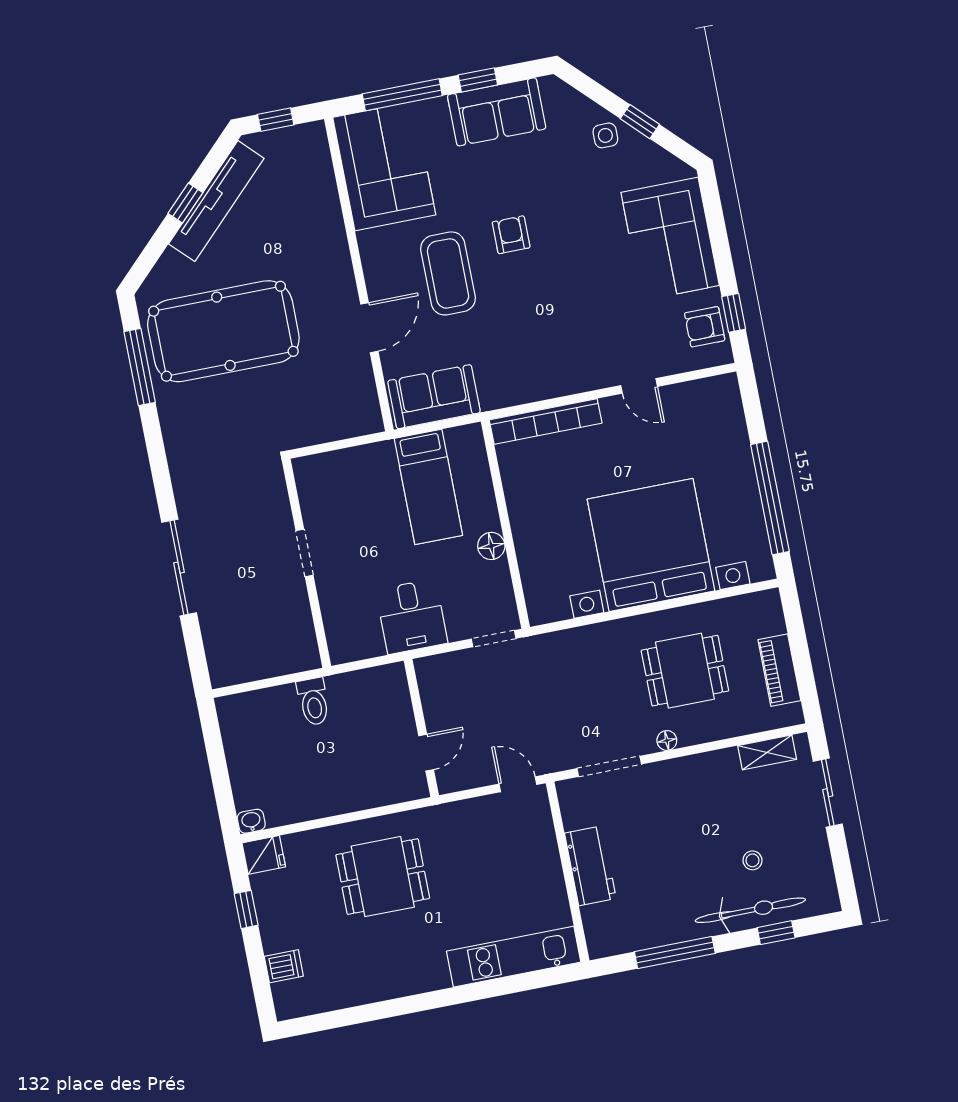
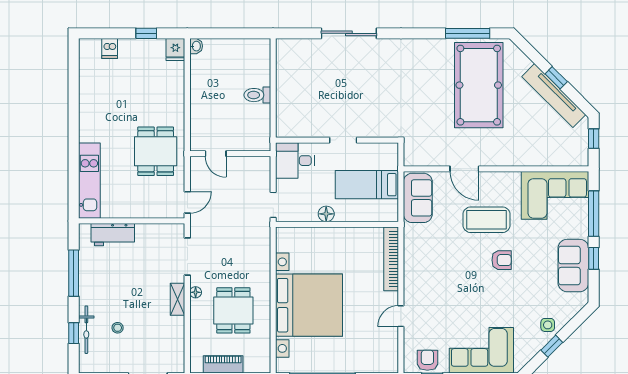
doorway: (304, 553) -> (343, 140), moved
wall: (306, 563) -> (337, 140), moved
shelving: (767, 752) -> (178, 299), moved
workbench: (590, 866) -> (113, 235), moved
dining table: (383, 877) -> (156, 151), moved
bicycle: (750, 910) -> (86, 330), width x0.73, depth x0.71

